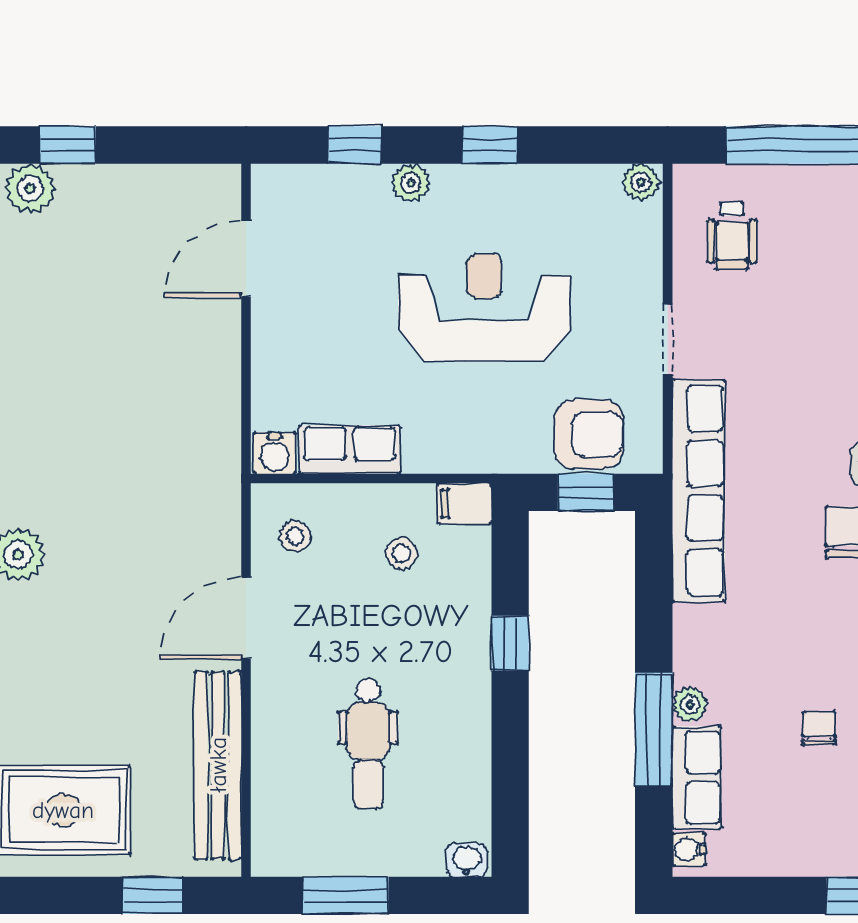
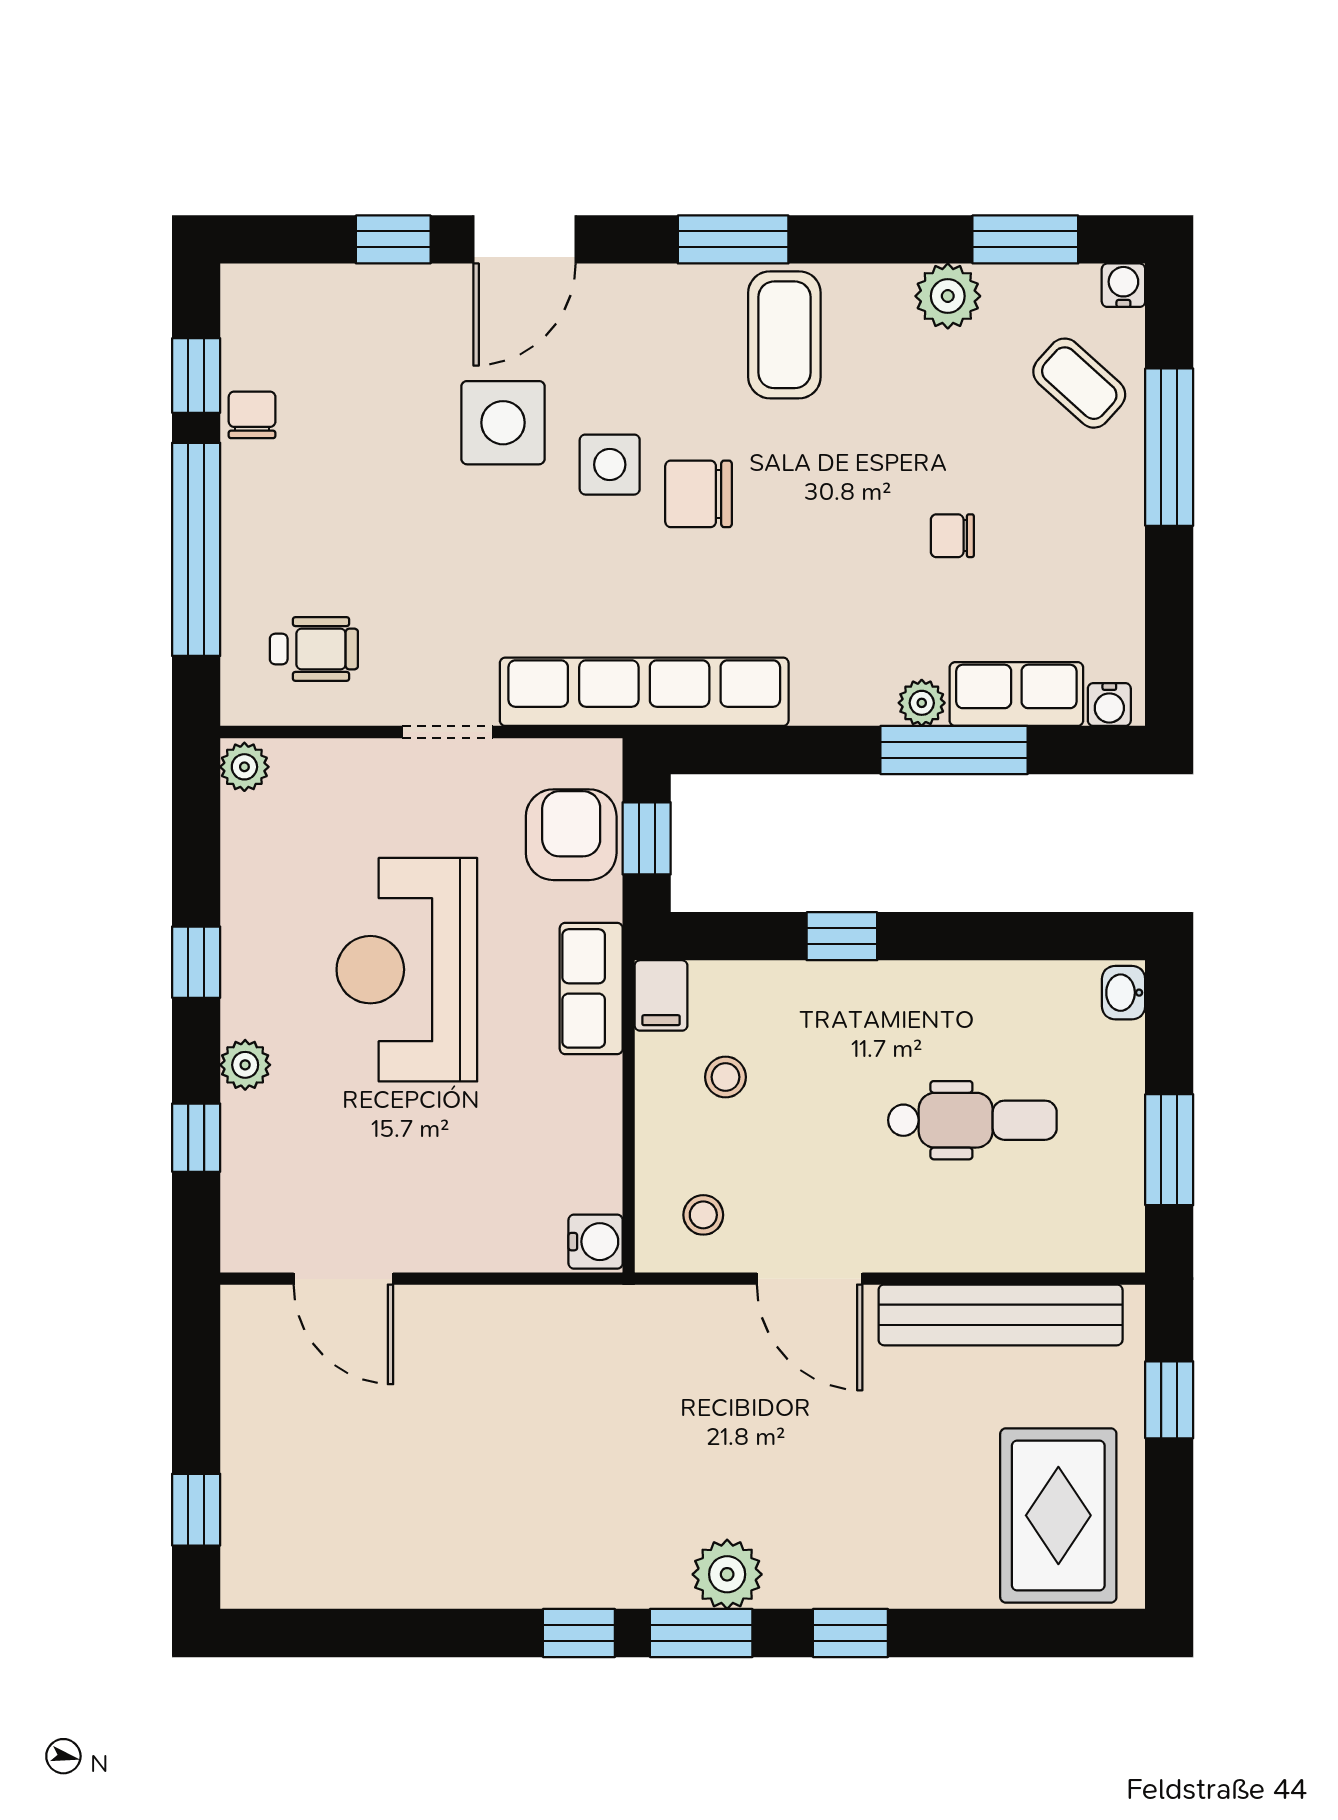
plant: (30, 188) -> (252, 1559), removed
row of seats: (350, 450) -> (591, 988), moved

